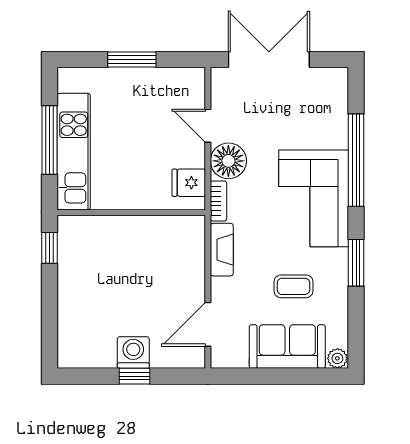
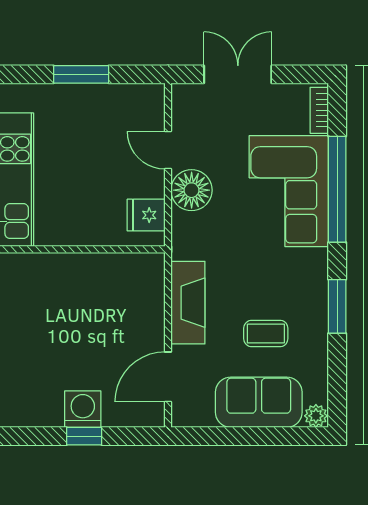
double door: (269, 59) -> (238, 74), width x0.73
corner sofa: (314, 198) -> (289, 191), moved
bookcase: (219, 201) -> (319, 110), moved, turned 180
fireplace: (222, 250) -> (188, 303), width x1.37, depth x1.32

